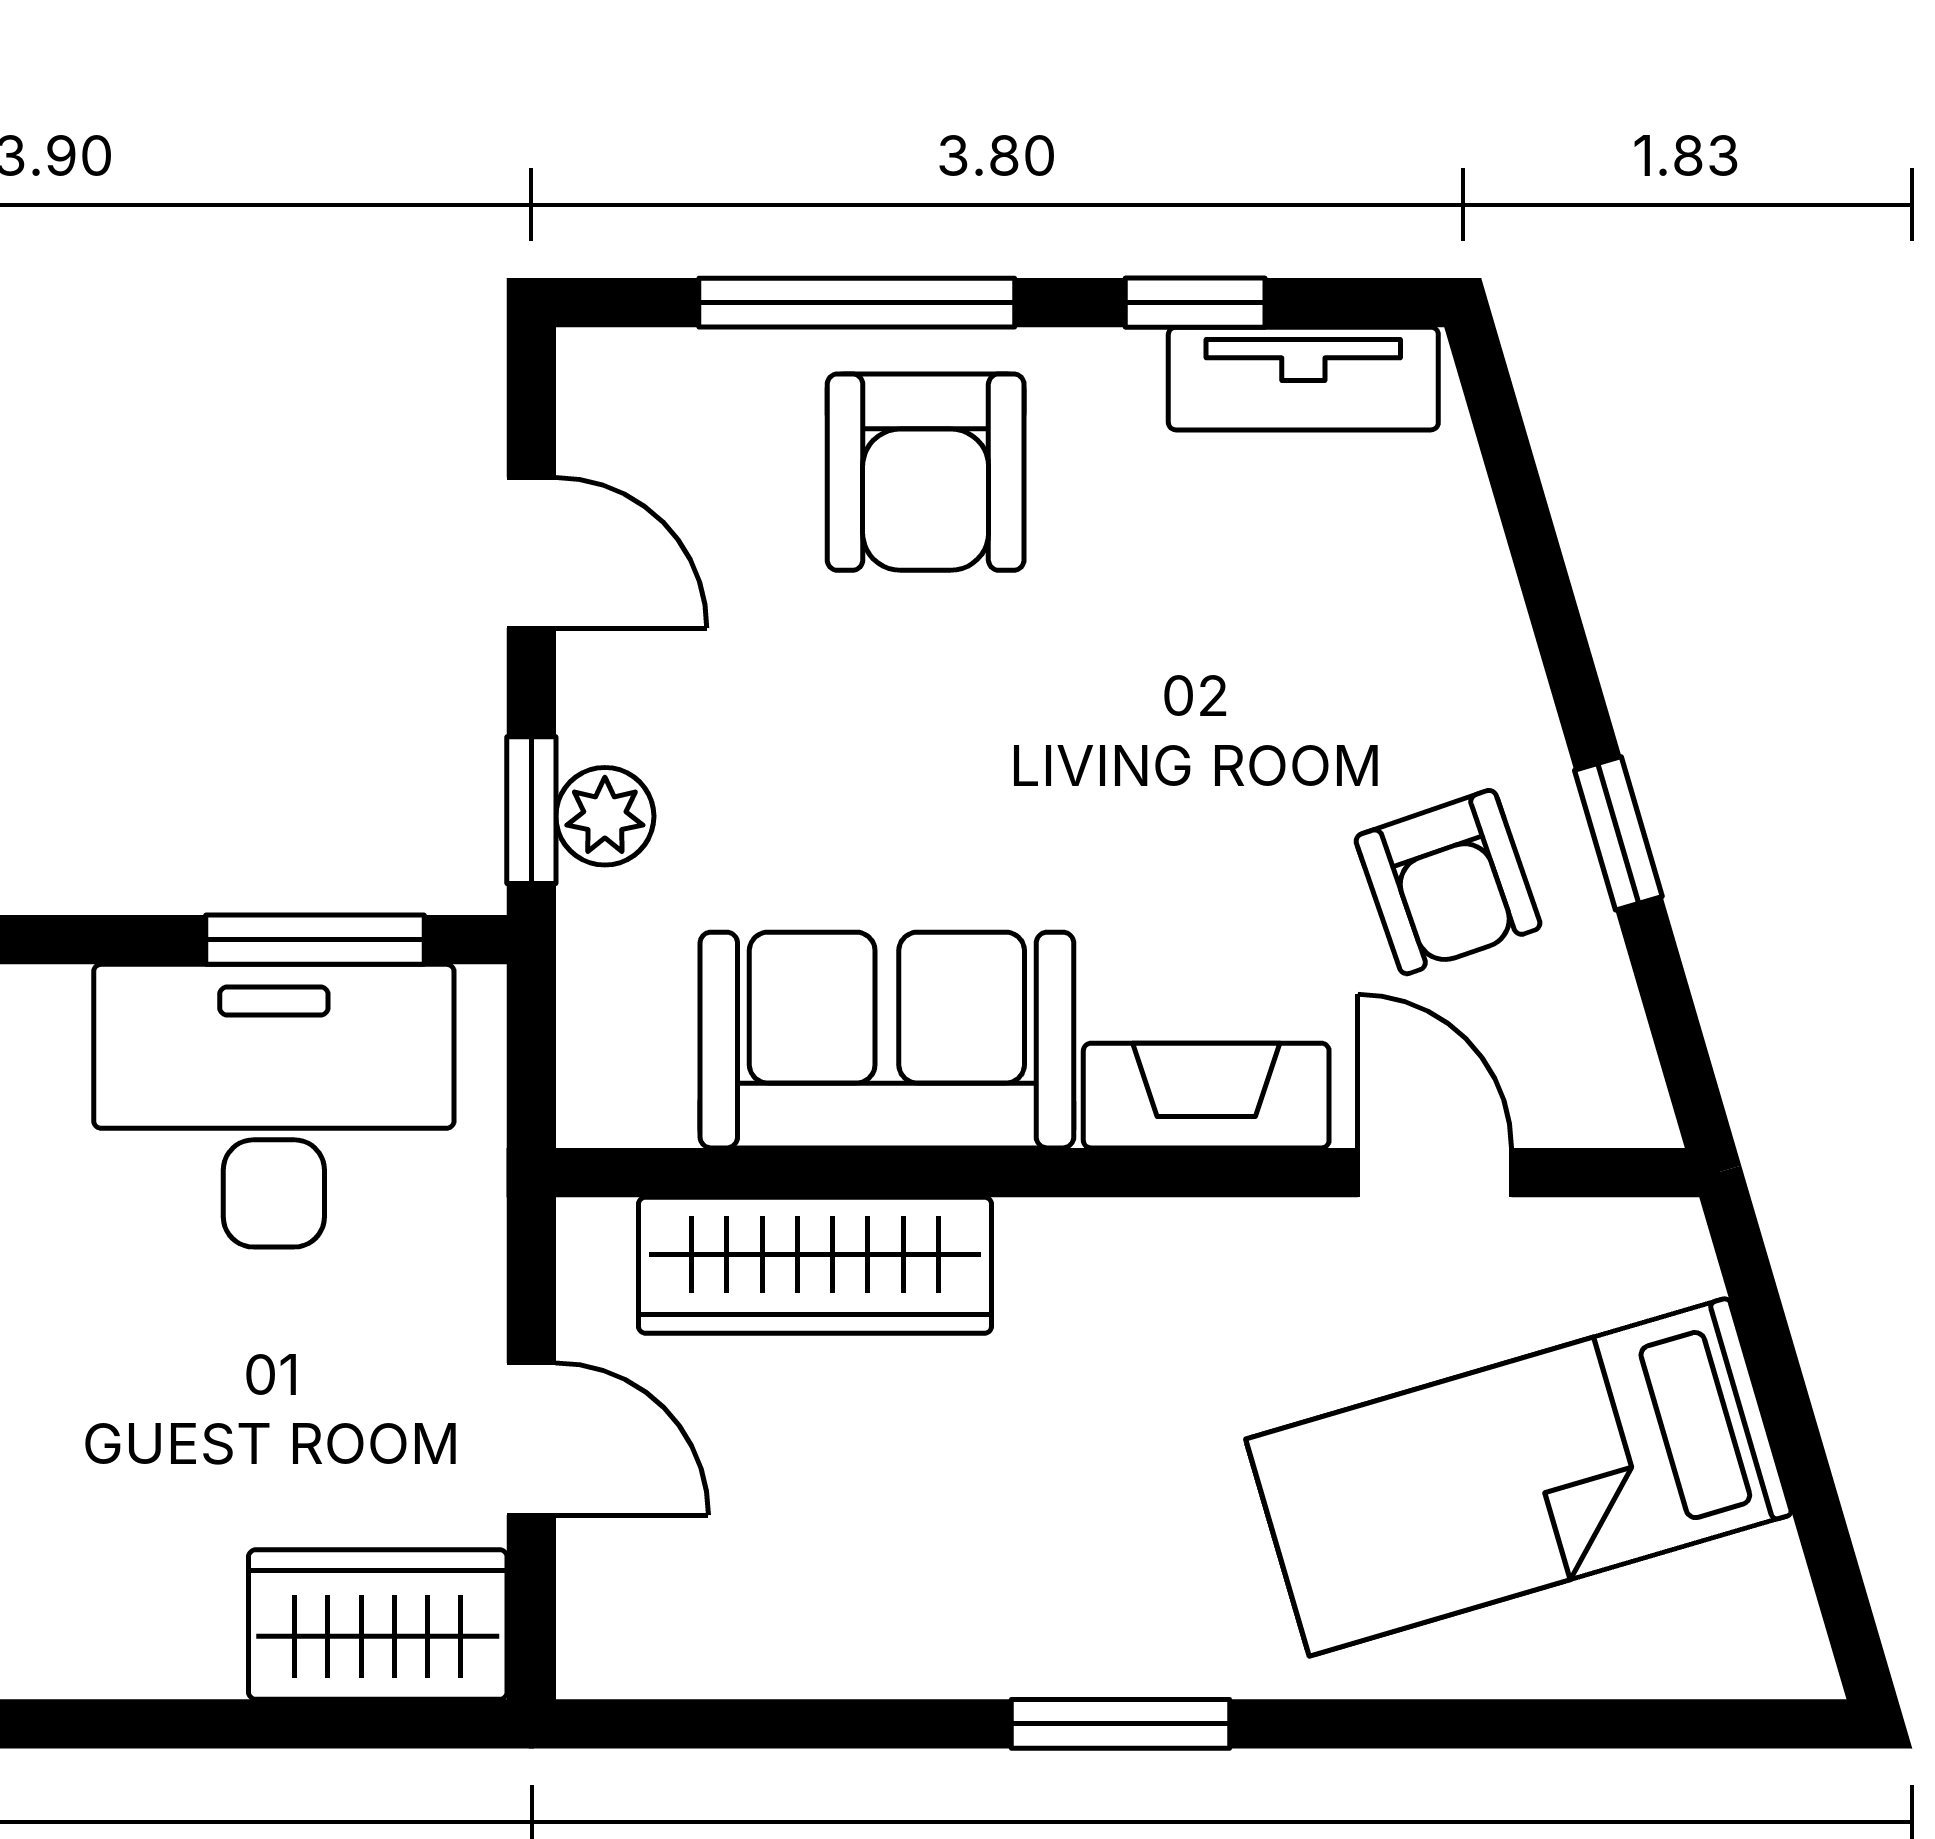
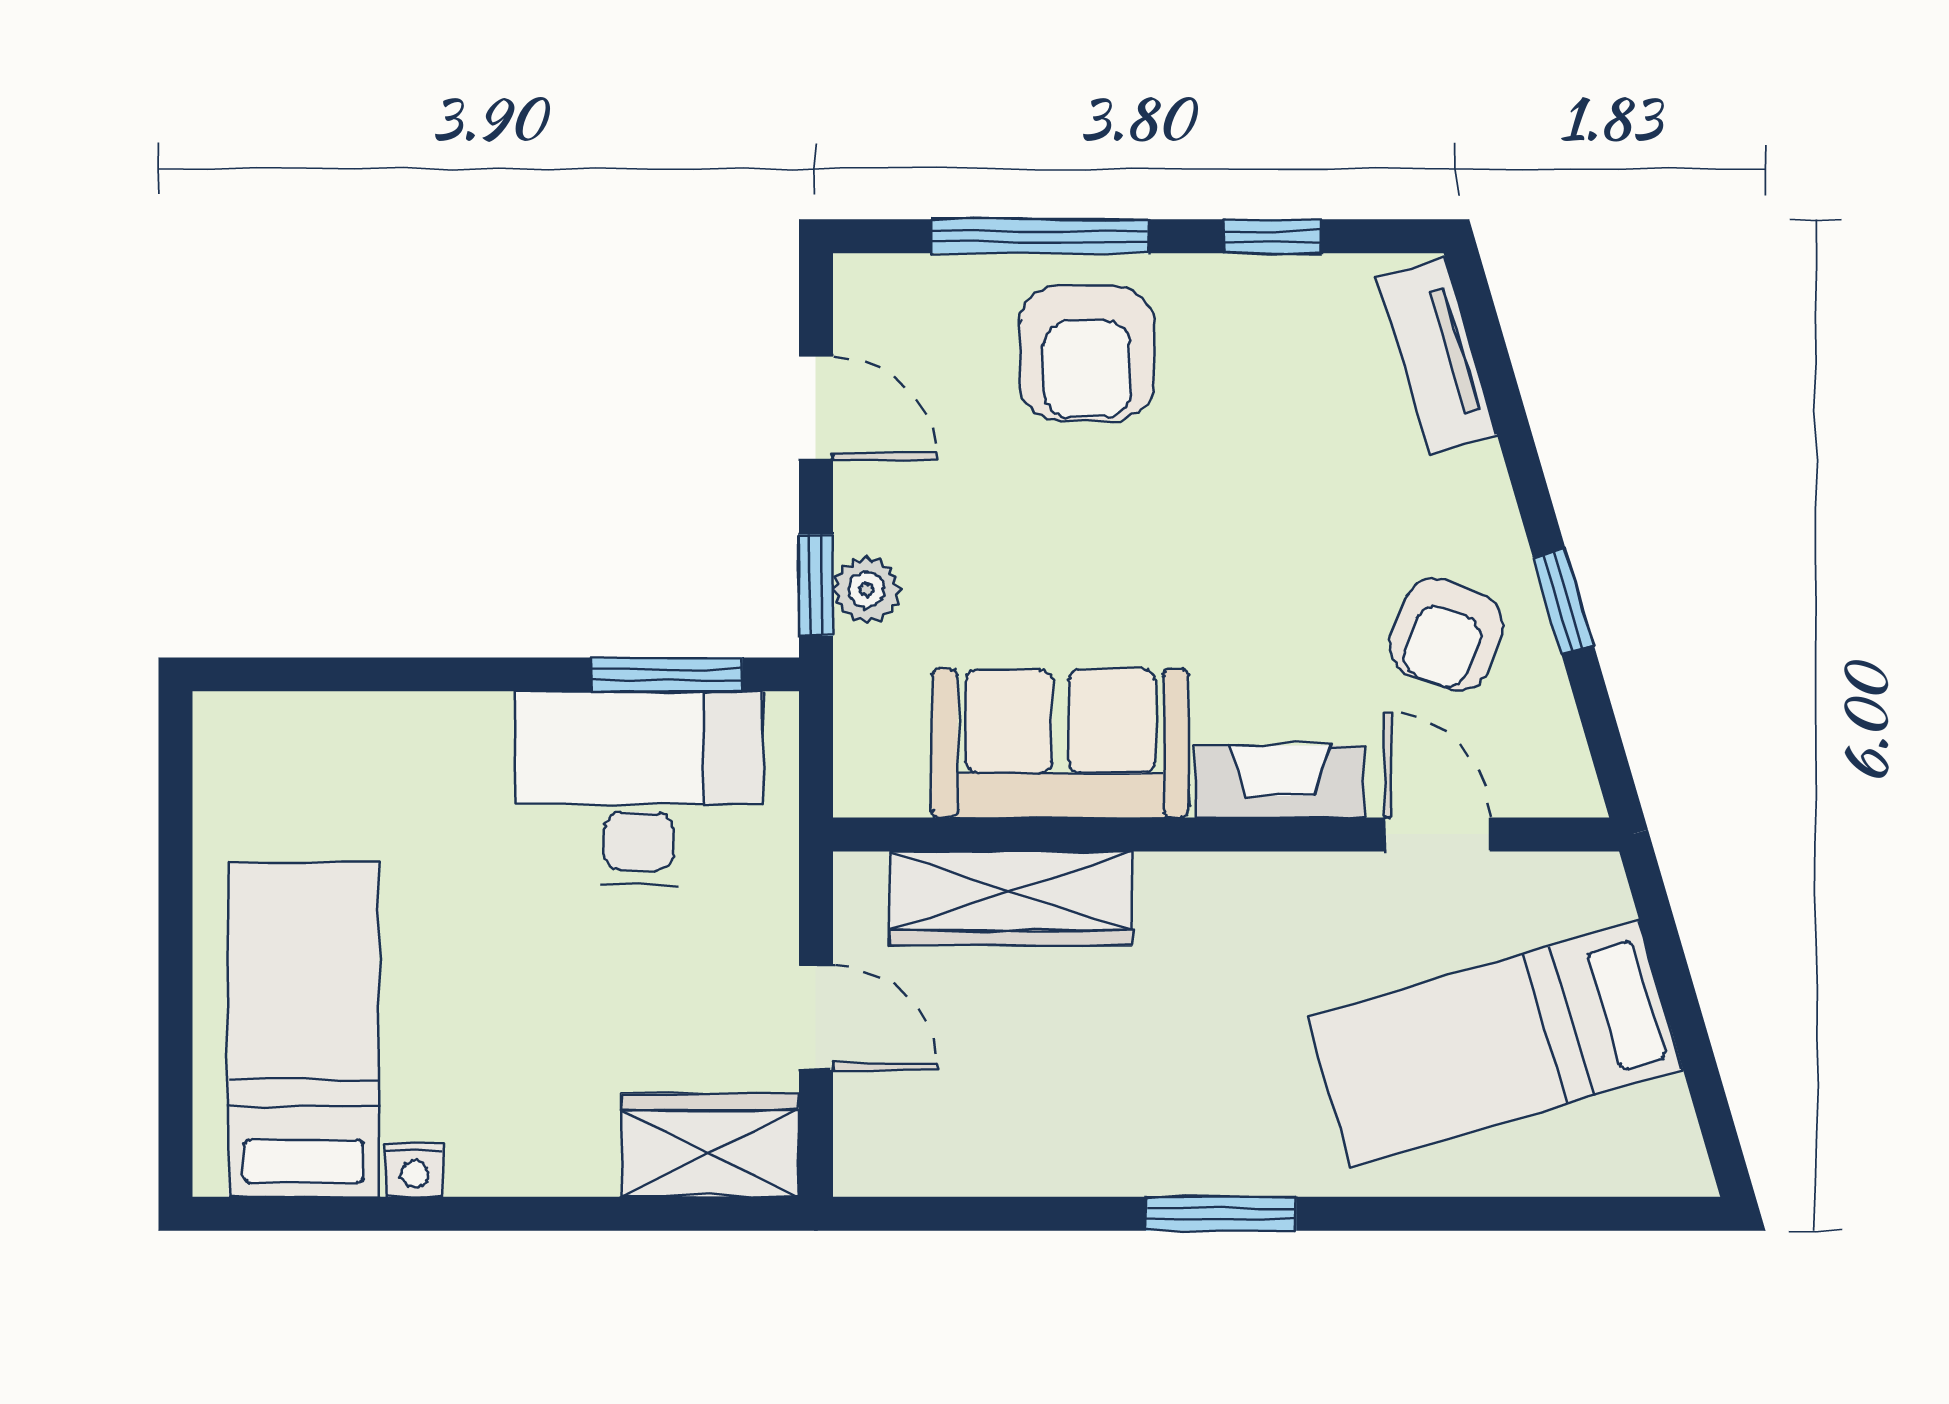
tv unit: (1303, 379) -> (1437, 356), moved, turned 74
armchair: (1448, 882) -> (1446, 635), turned 40

